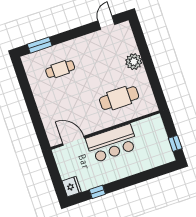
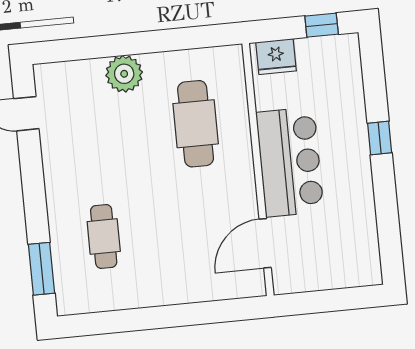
fridge: (72, 187) -> (276, 57), moved, turned 180
window: (97, 192) -> (380, 138), moved

